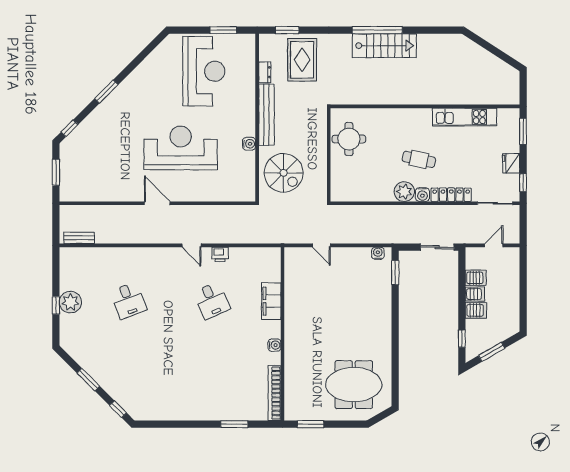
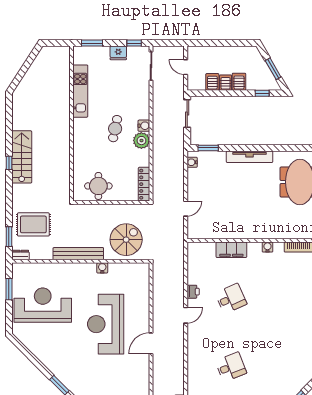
window: (377, 30) -> (9, 163), width x0.32
dresser: (265, 72) -> (21, 255), moved
locker: (451, 195) -> (144, 184), moved
tv unit: (385, 323) -> (250, 157), added

